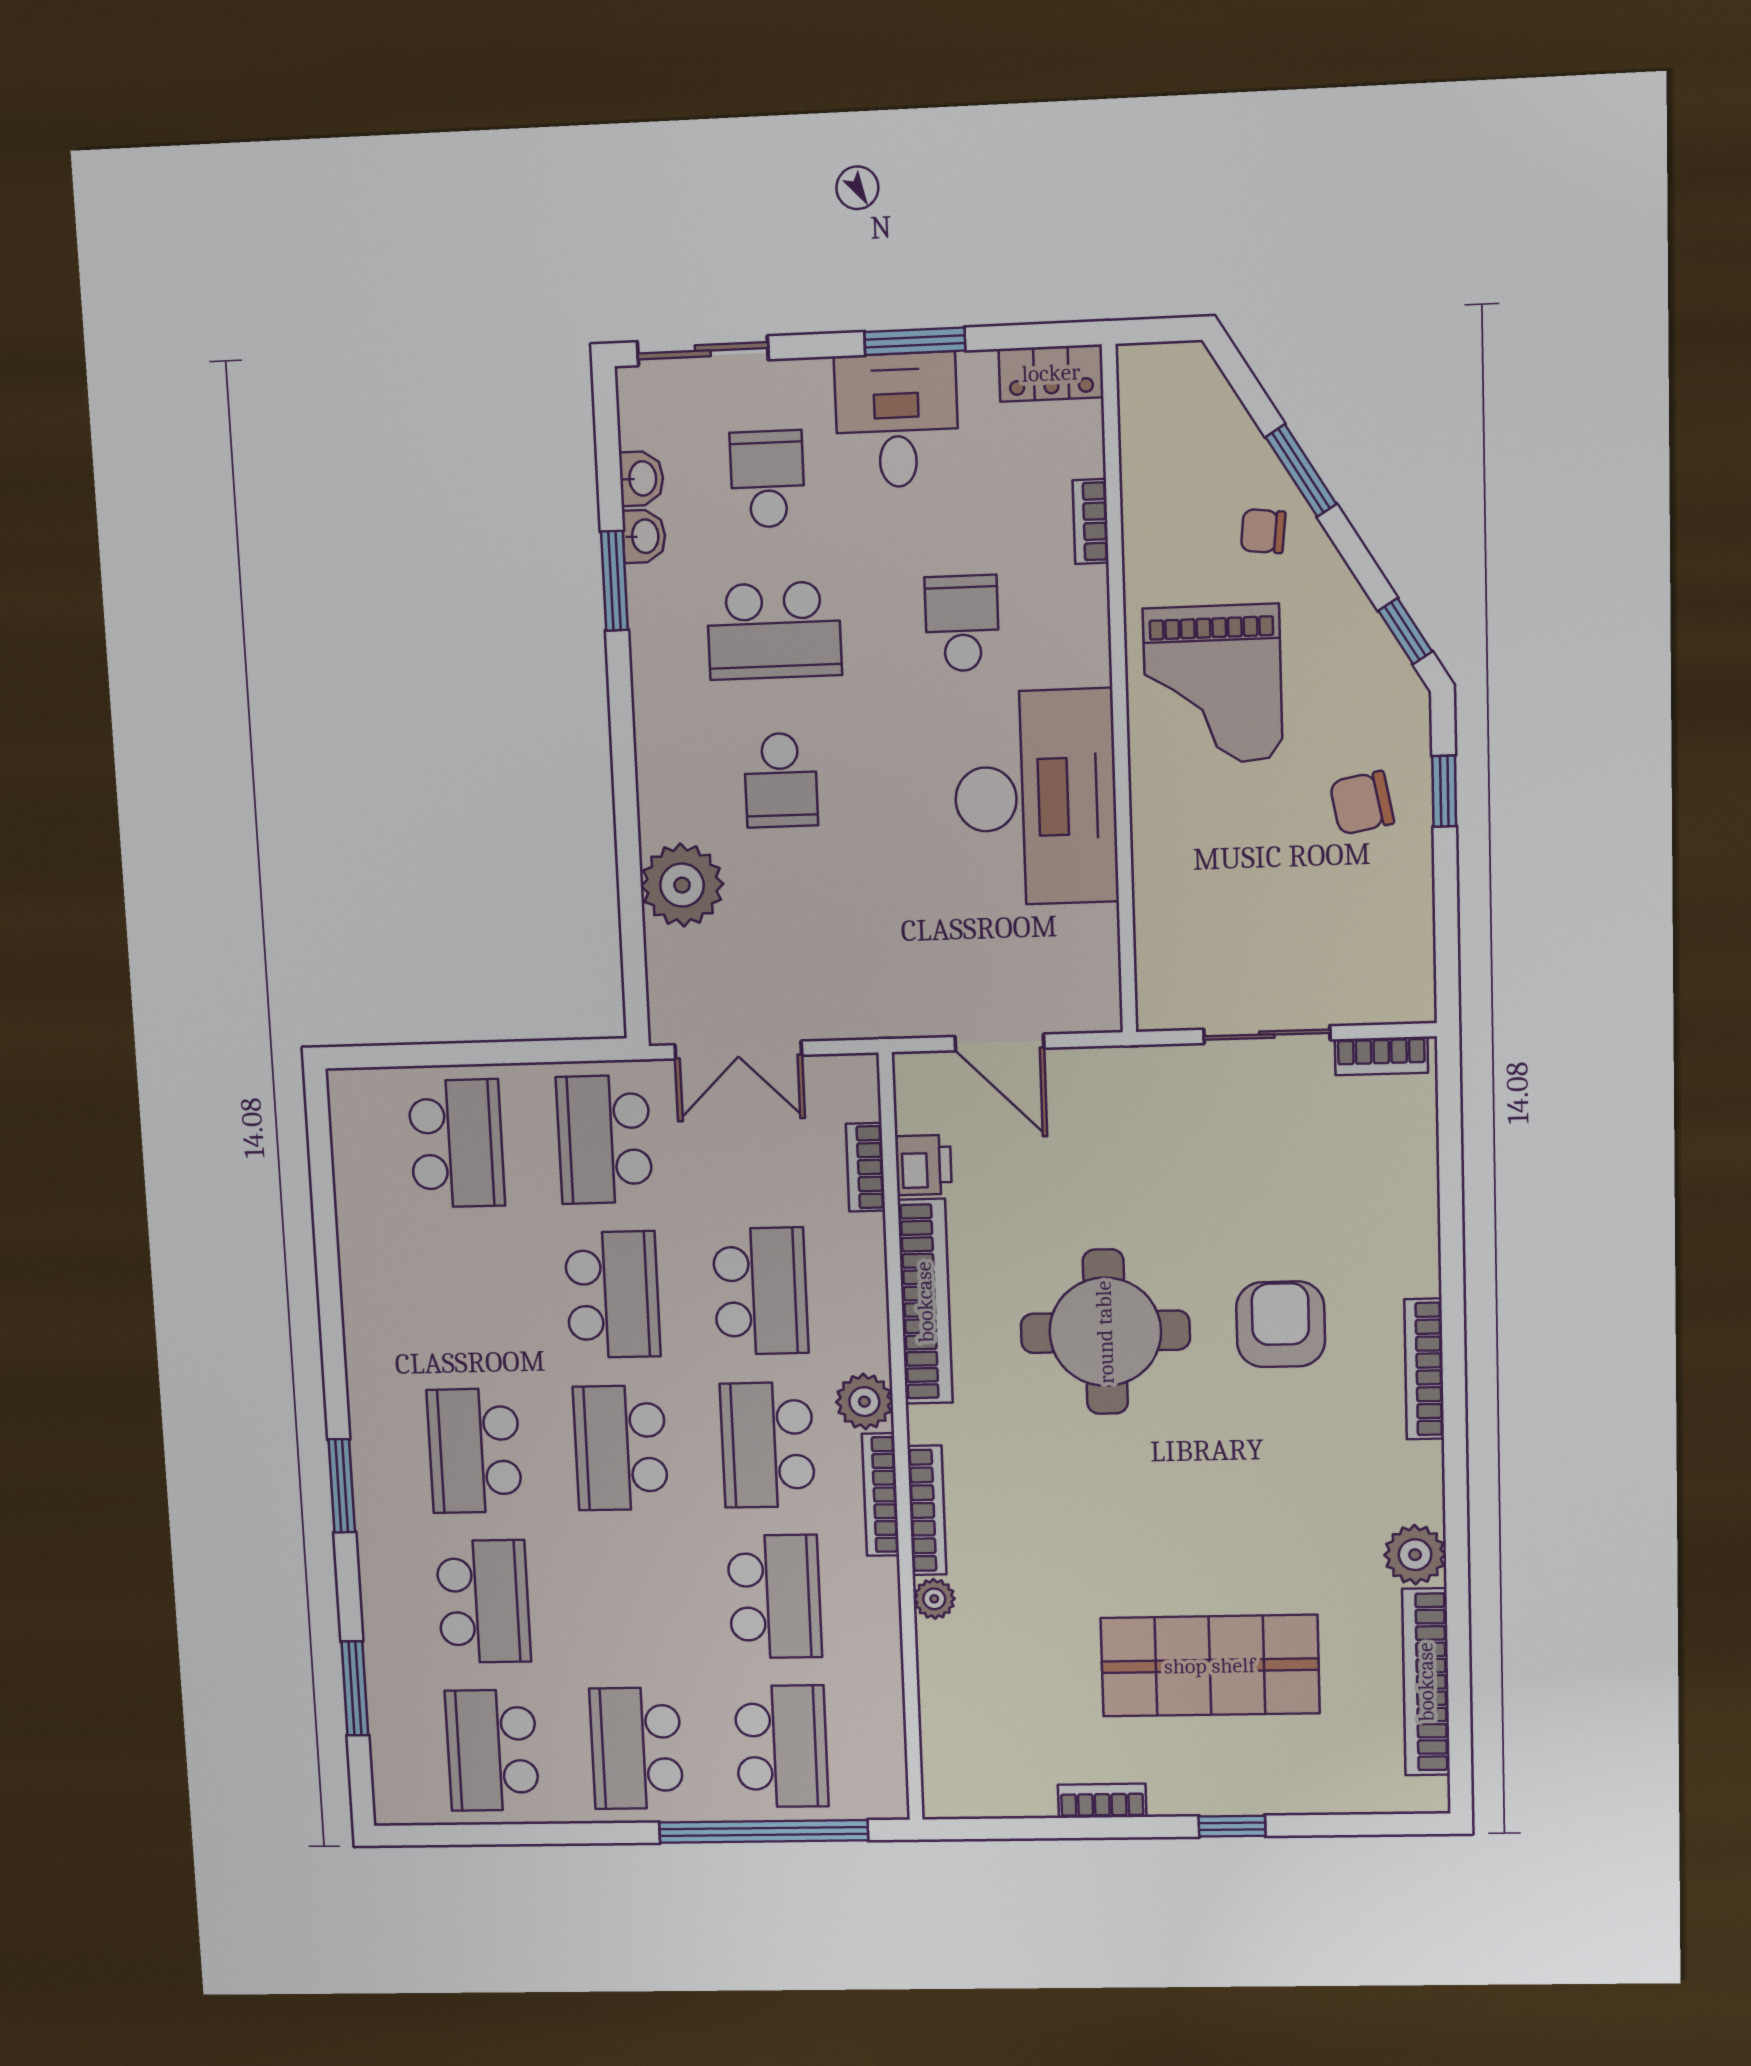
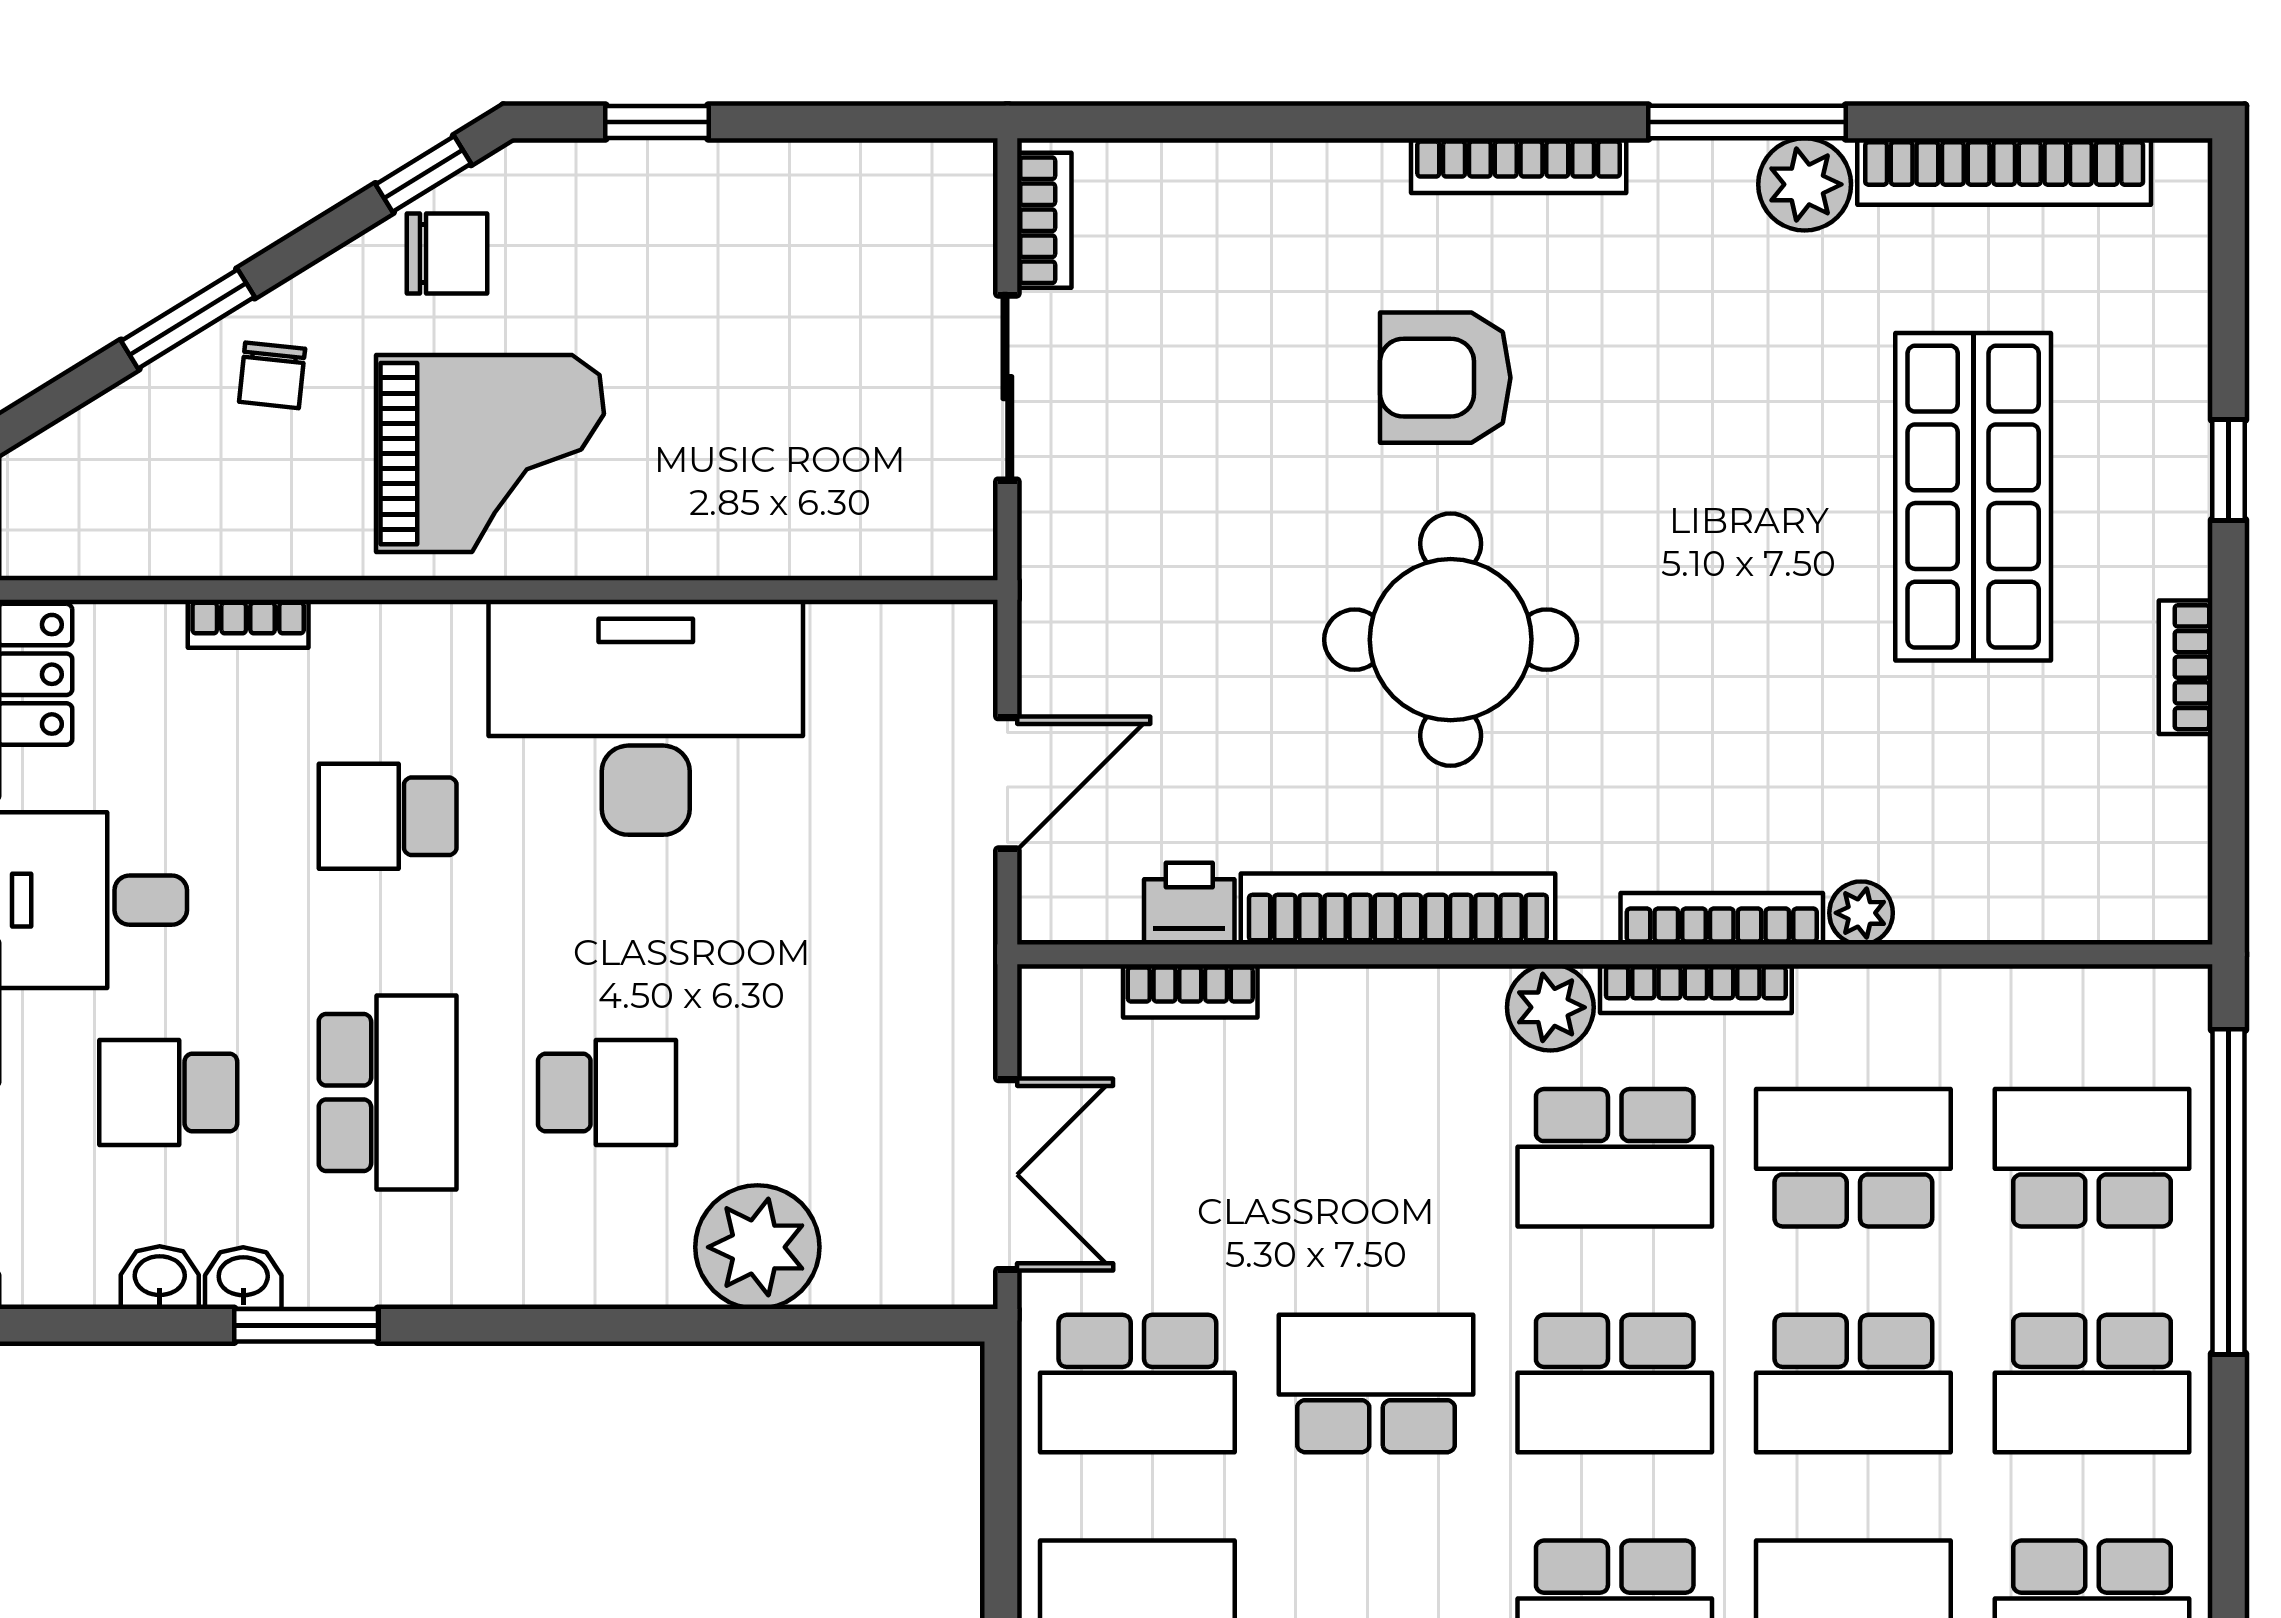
chair: (1362, 803) -> (447, 254), moved, turned -79
school desk: (760, 1291) -> (1853, 1384), moved, turned 180
window: (1456, 1517) -> (1747, 122), added

